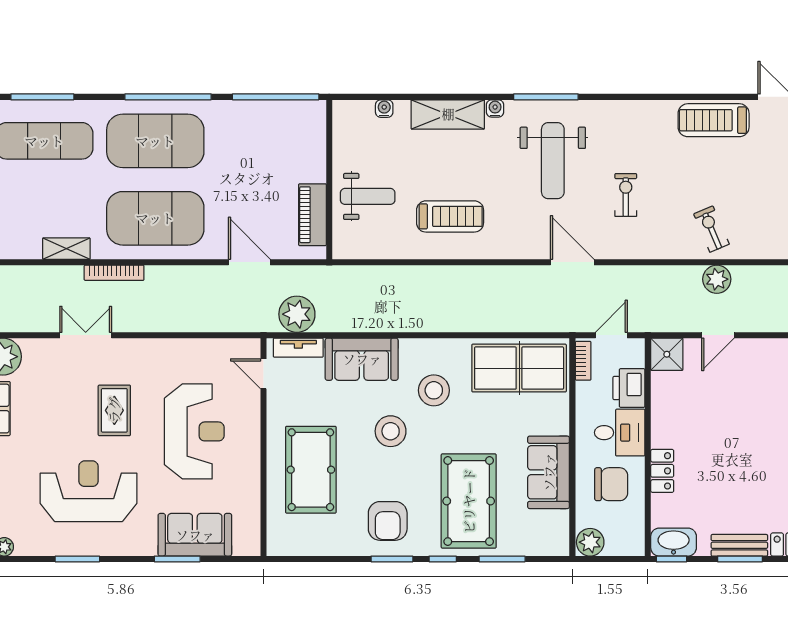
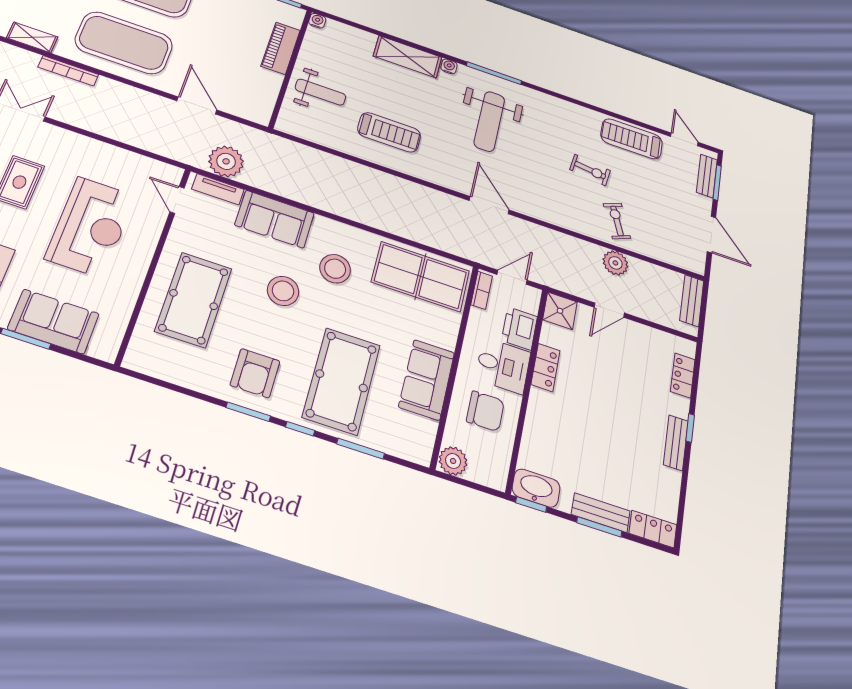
water cooler: (384, 109) -> (317, 21), moved
exercise bike: (626, 195) -> (590, 170), moved, turned 97
piano: (312, 215) -> (281, 48), moved
locker: (662, 471) -> (545, 367), moved

